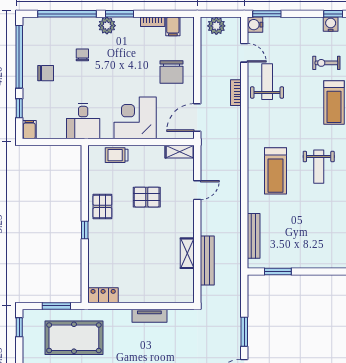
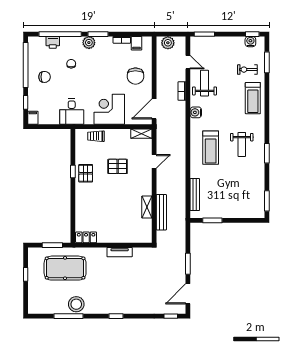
printer: (57, 25) -> (53, 42), added
water cooler: (255, 25) -> (196, 112), moved
window: (85, 230) -> (73, 171), moved
window: (19, 327) -> (26, 274), moved

